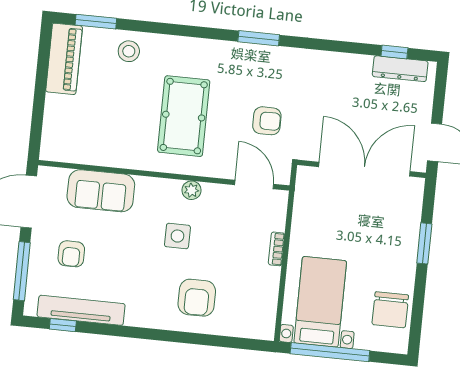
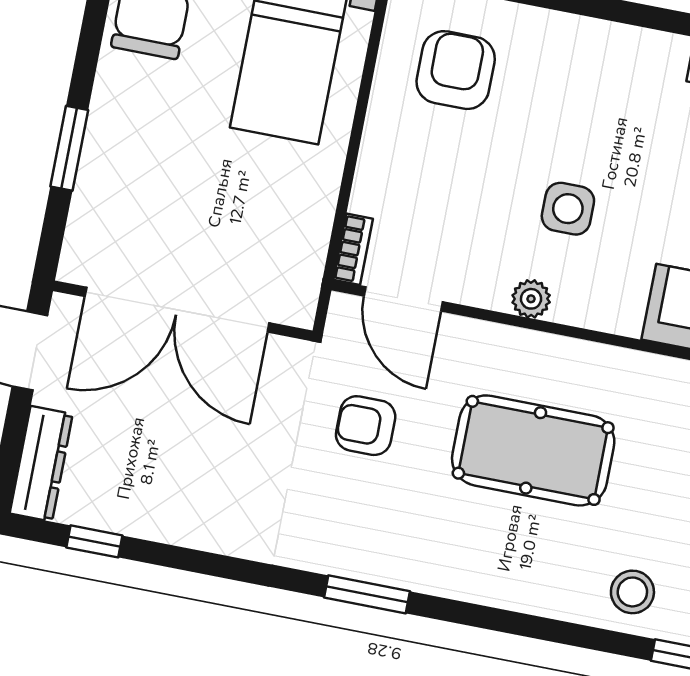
dresser: (400, 69) -> (41, 464), moved, turned 90
pool table: (184, 116) -> (533, 450), turned 90
bookcase: (277, 249) -> (353, 249), moved
armchair: (197, 298) -> (456, 70), moved

